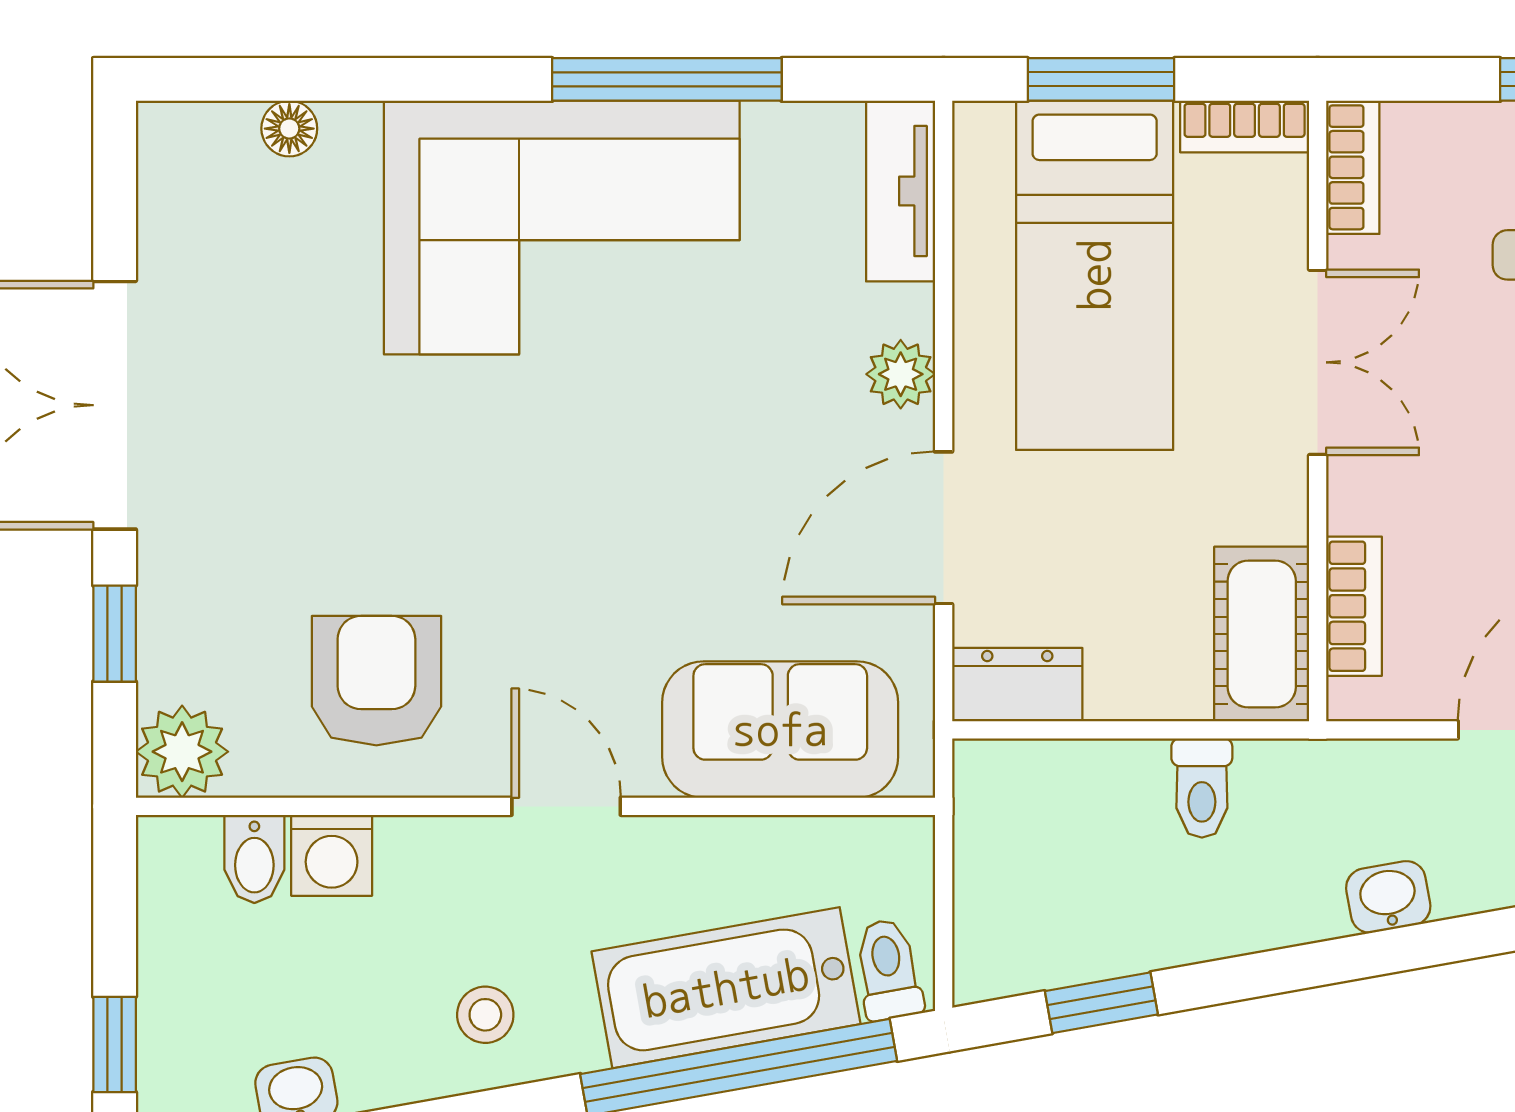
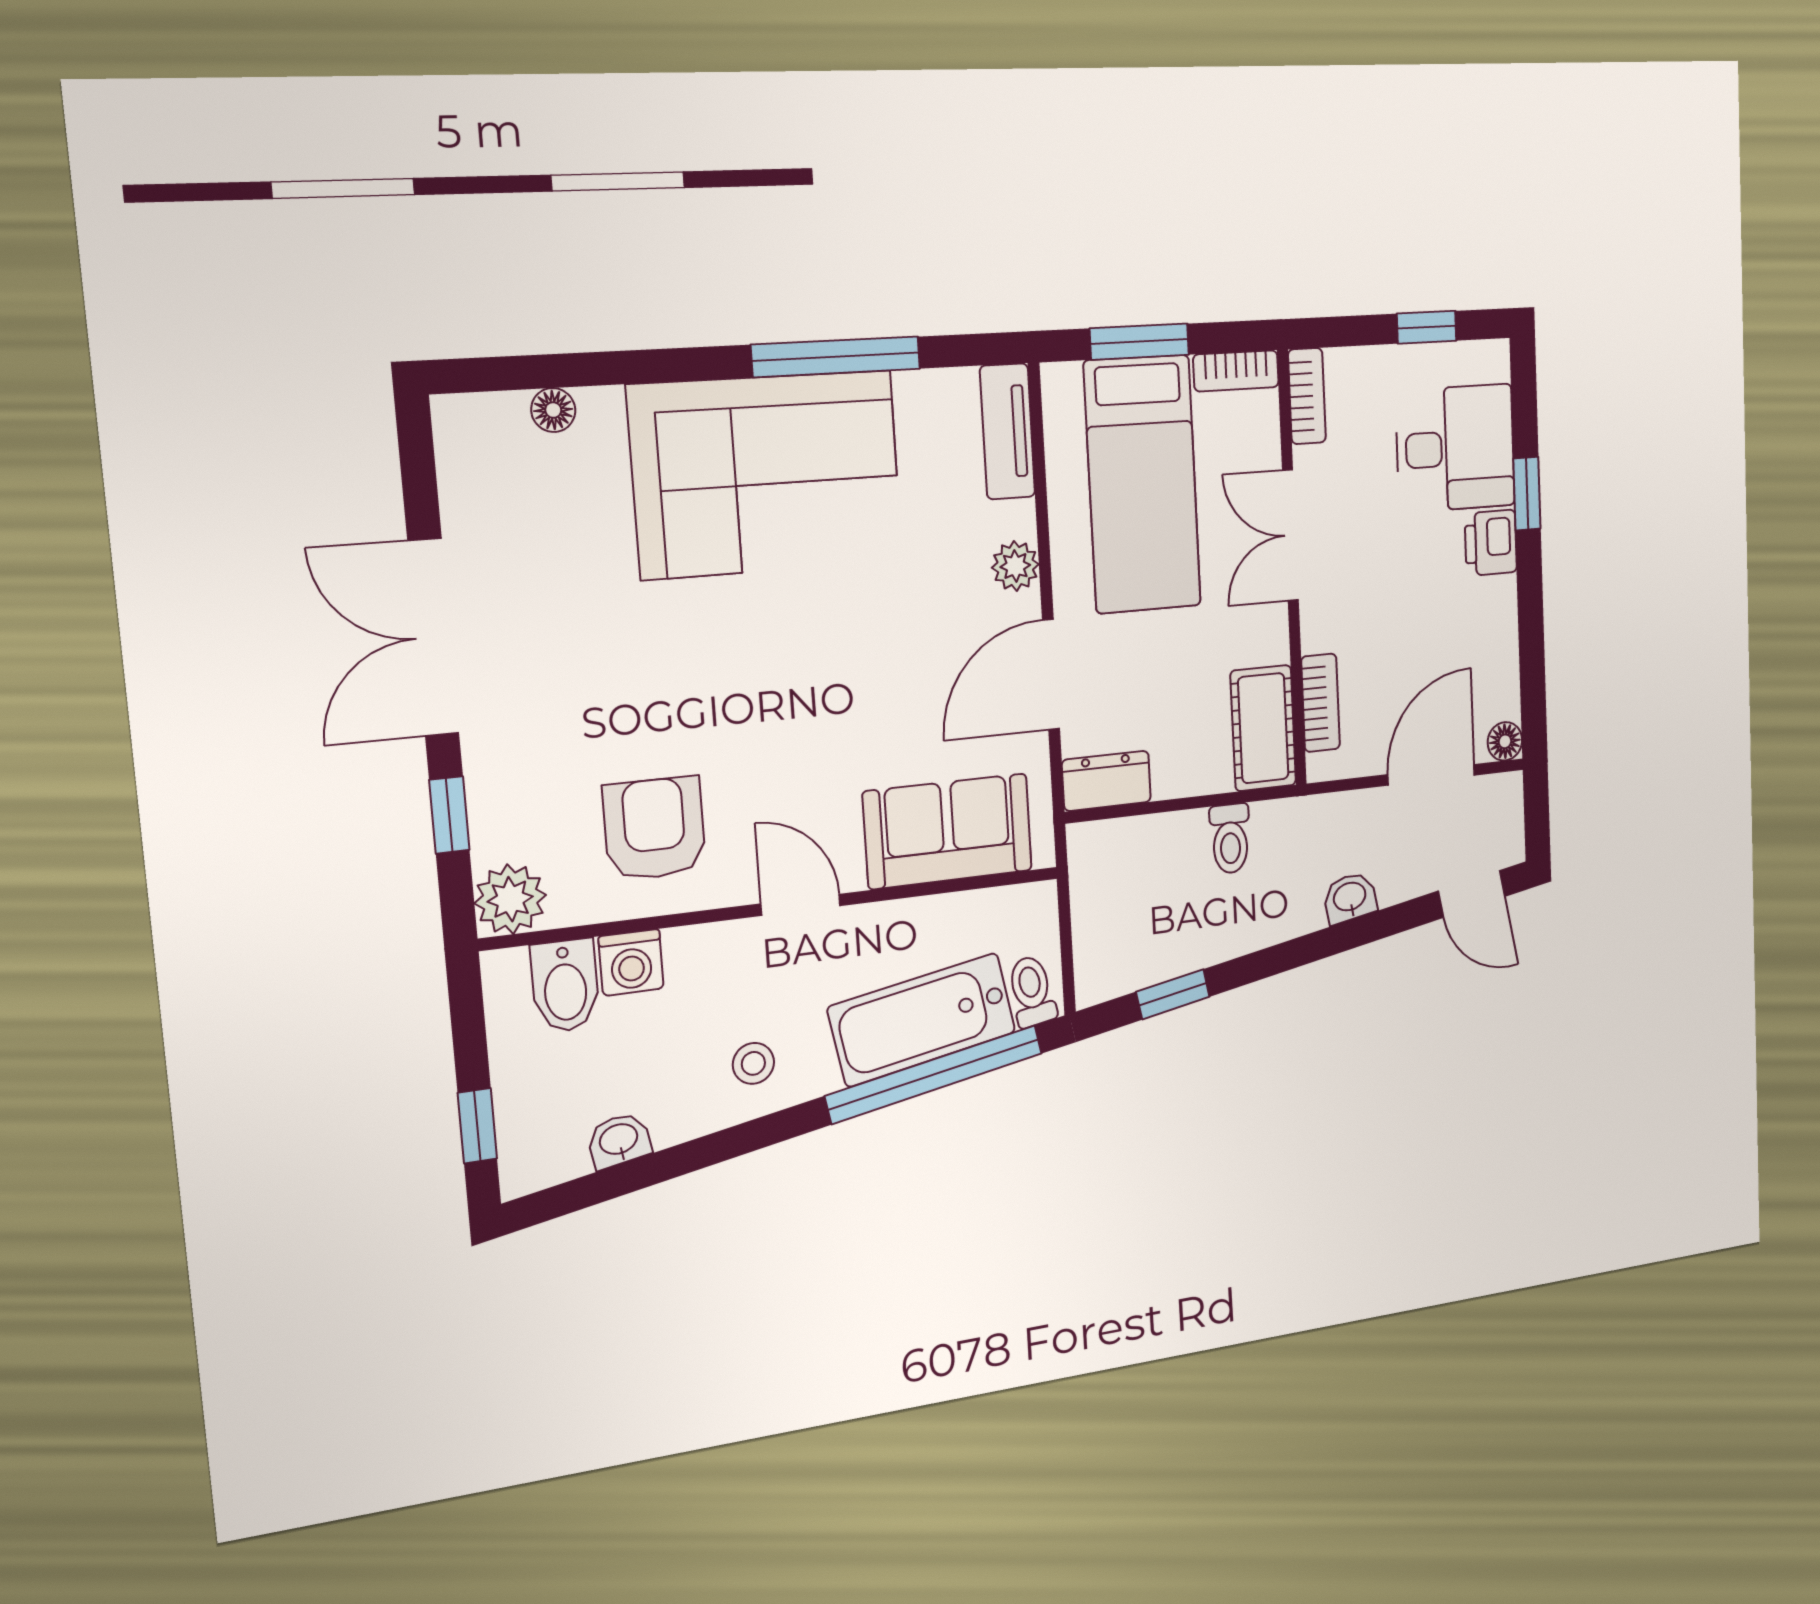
double door: (1318, 362) -> (1290, 535), swing flipped
bidet: (254, 859) -> (565, 986), width x1.38, depth x1.36

